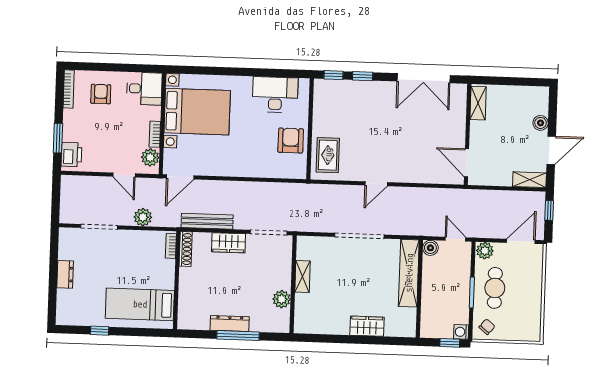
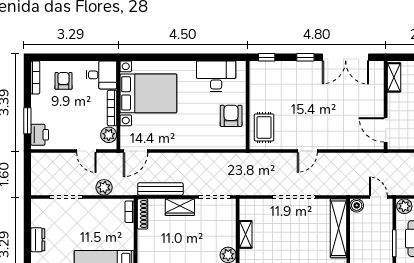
window: (363, 76) -> (305, 57), moved
bookcase: (155, 134) -> (112, 108), width x1.56

